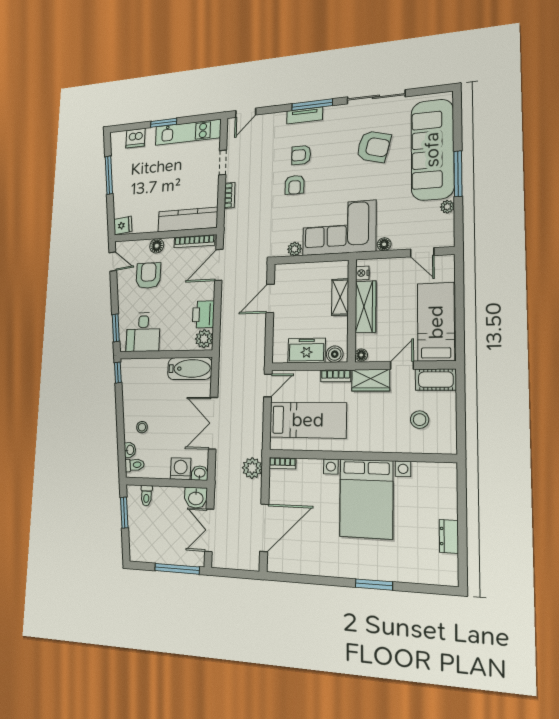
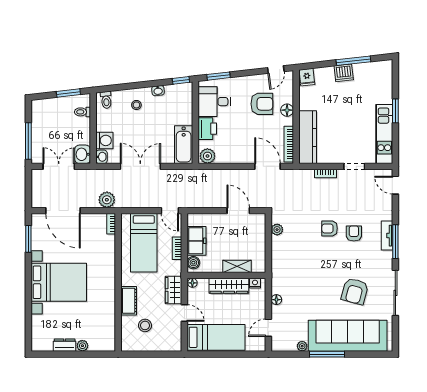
dishwasher: (135, 138) -> (344, 73), moved, turned -96
corner sofa: (339, 228) -> (292, 265), removed
printer: (203, 314) -> (207, 129), moved, turned 90
bookcase: (336, 376) -> (177, 248), moved
cot: (436, 380) -> (129, 301), moved
washbasin: (130, 450) -> (158, 91), moved
bed with nightstands: (366, 499) -> (59, 282), moved, turned 180
plant: (449, 510) -> (82, 346), added
window: (374, 584) -> (28, 239), moved

